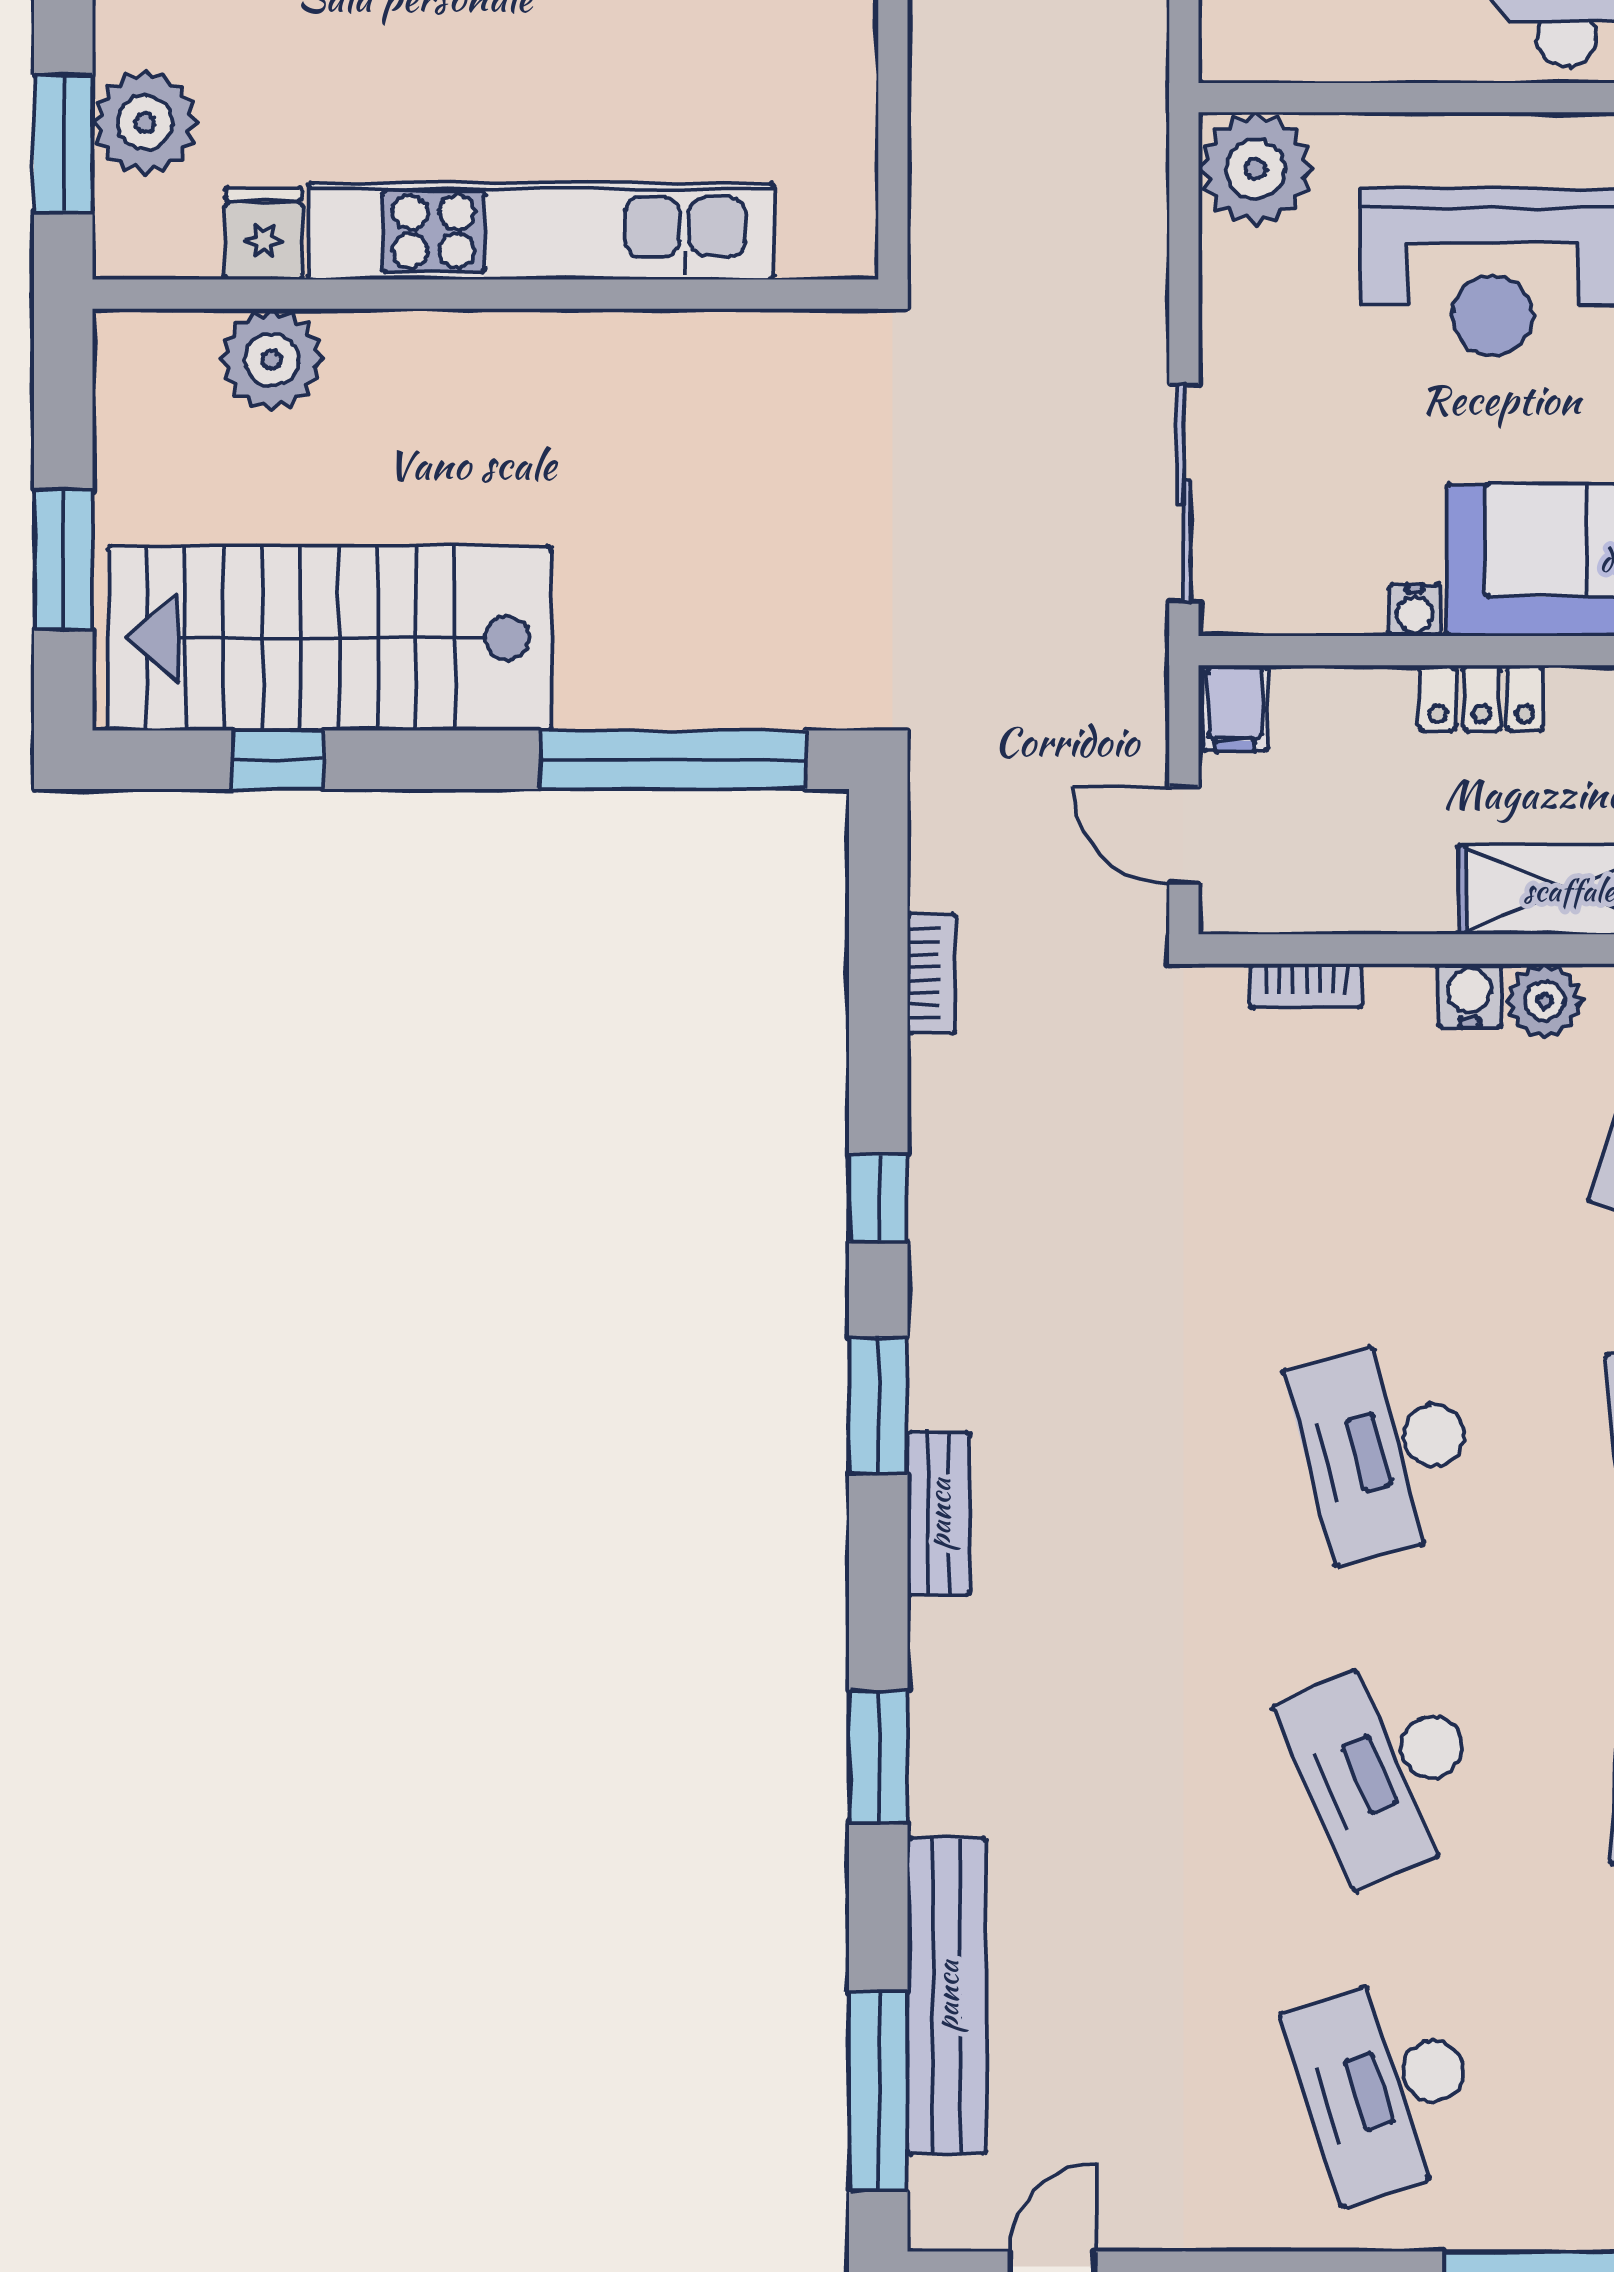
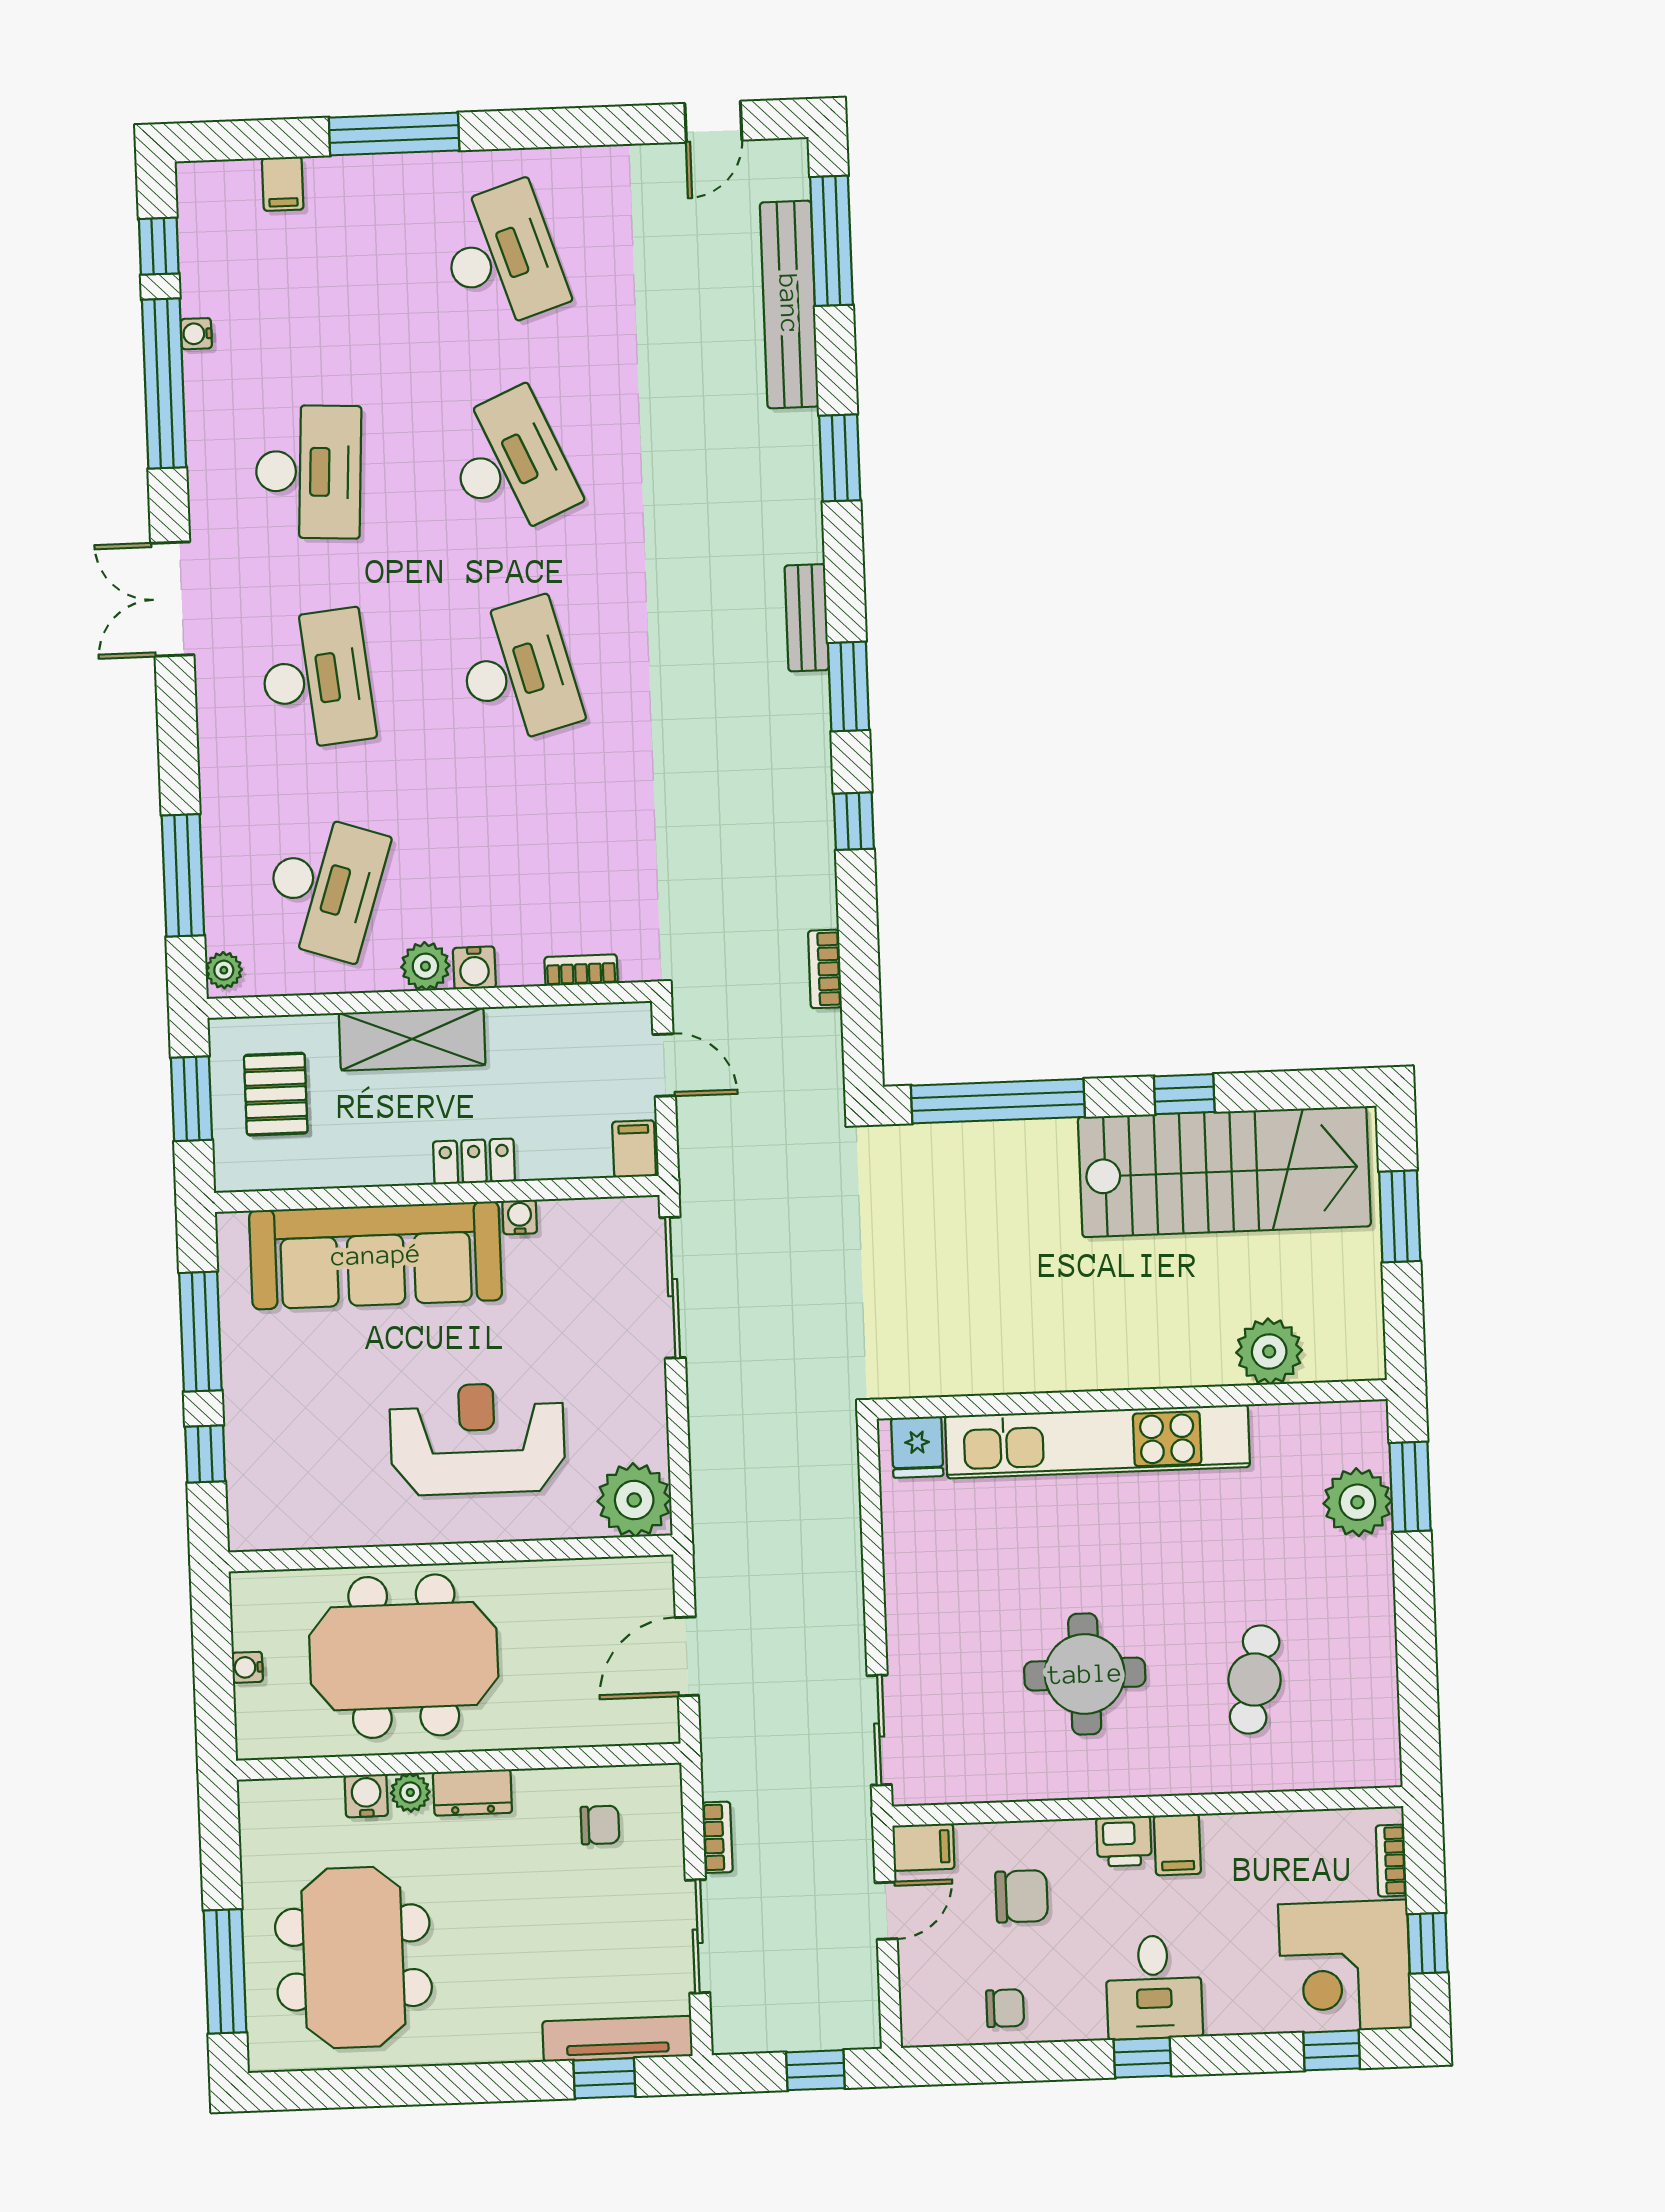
fridge: (263, 234) -> (917, 1447), moved
window: (278, 760) -> (1184, 1094), moved

